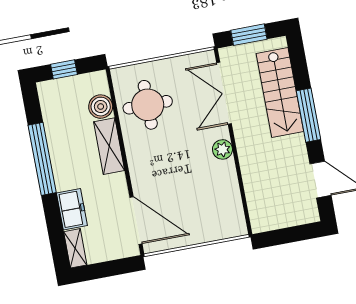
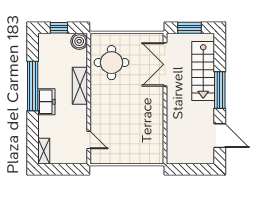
boiler: (101, 107) -> (79, 41), moved
plant: (222, 149) -> (157, 103), removed
freezer: (72, 209) -> (46, 102), moved
door: (136, 221) -> (89, 140), width x0.53

